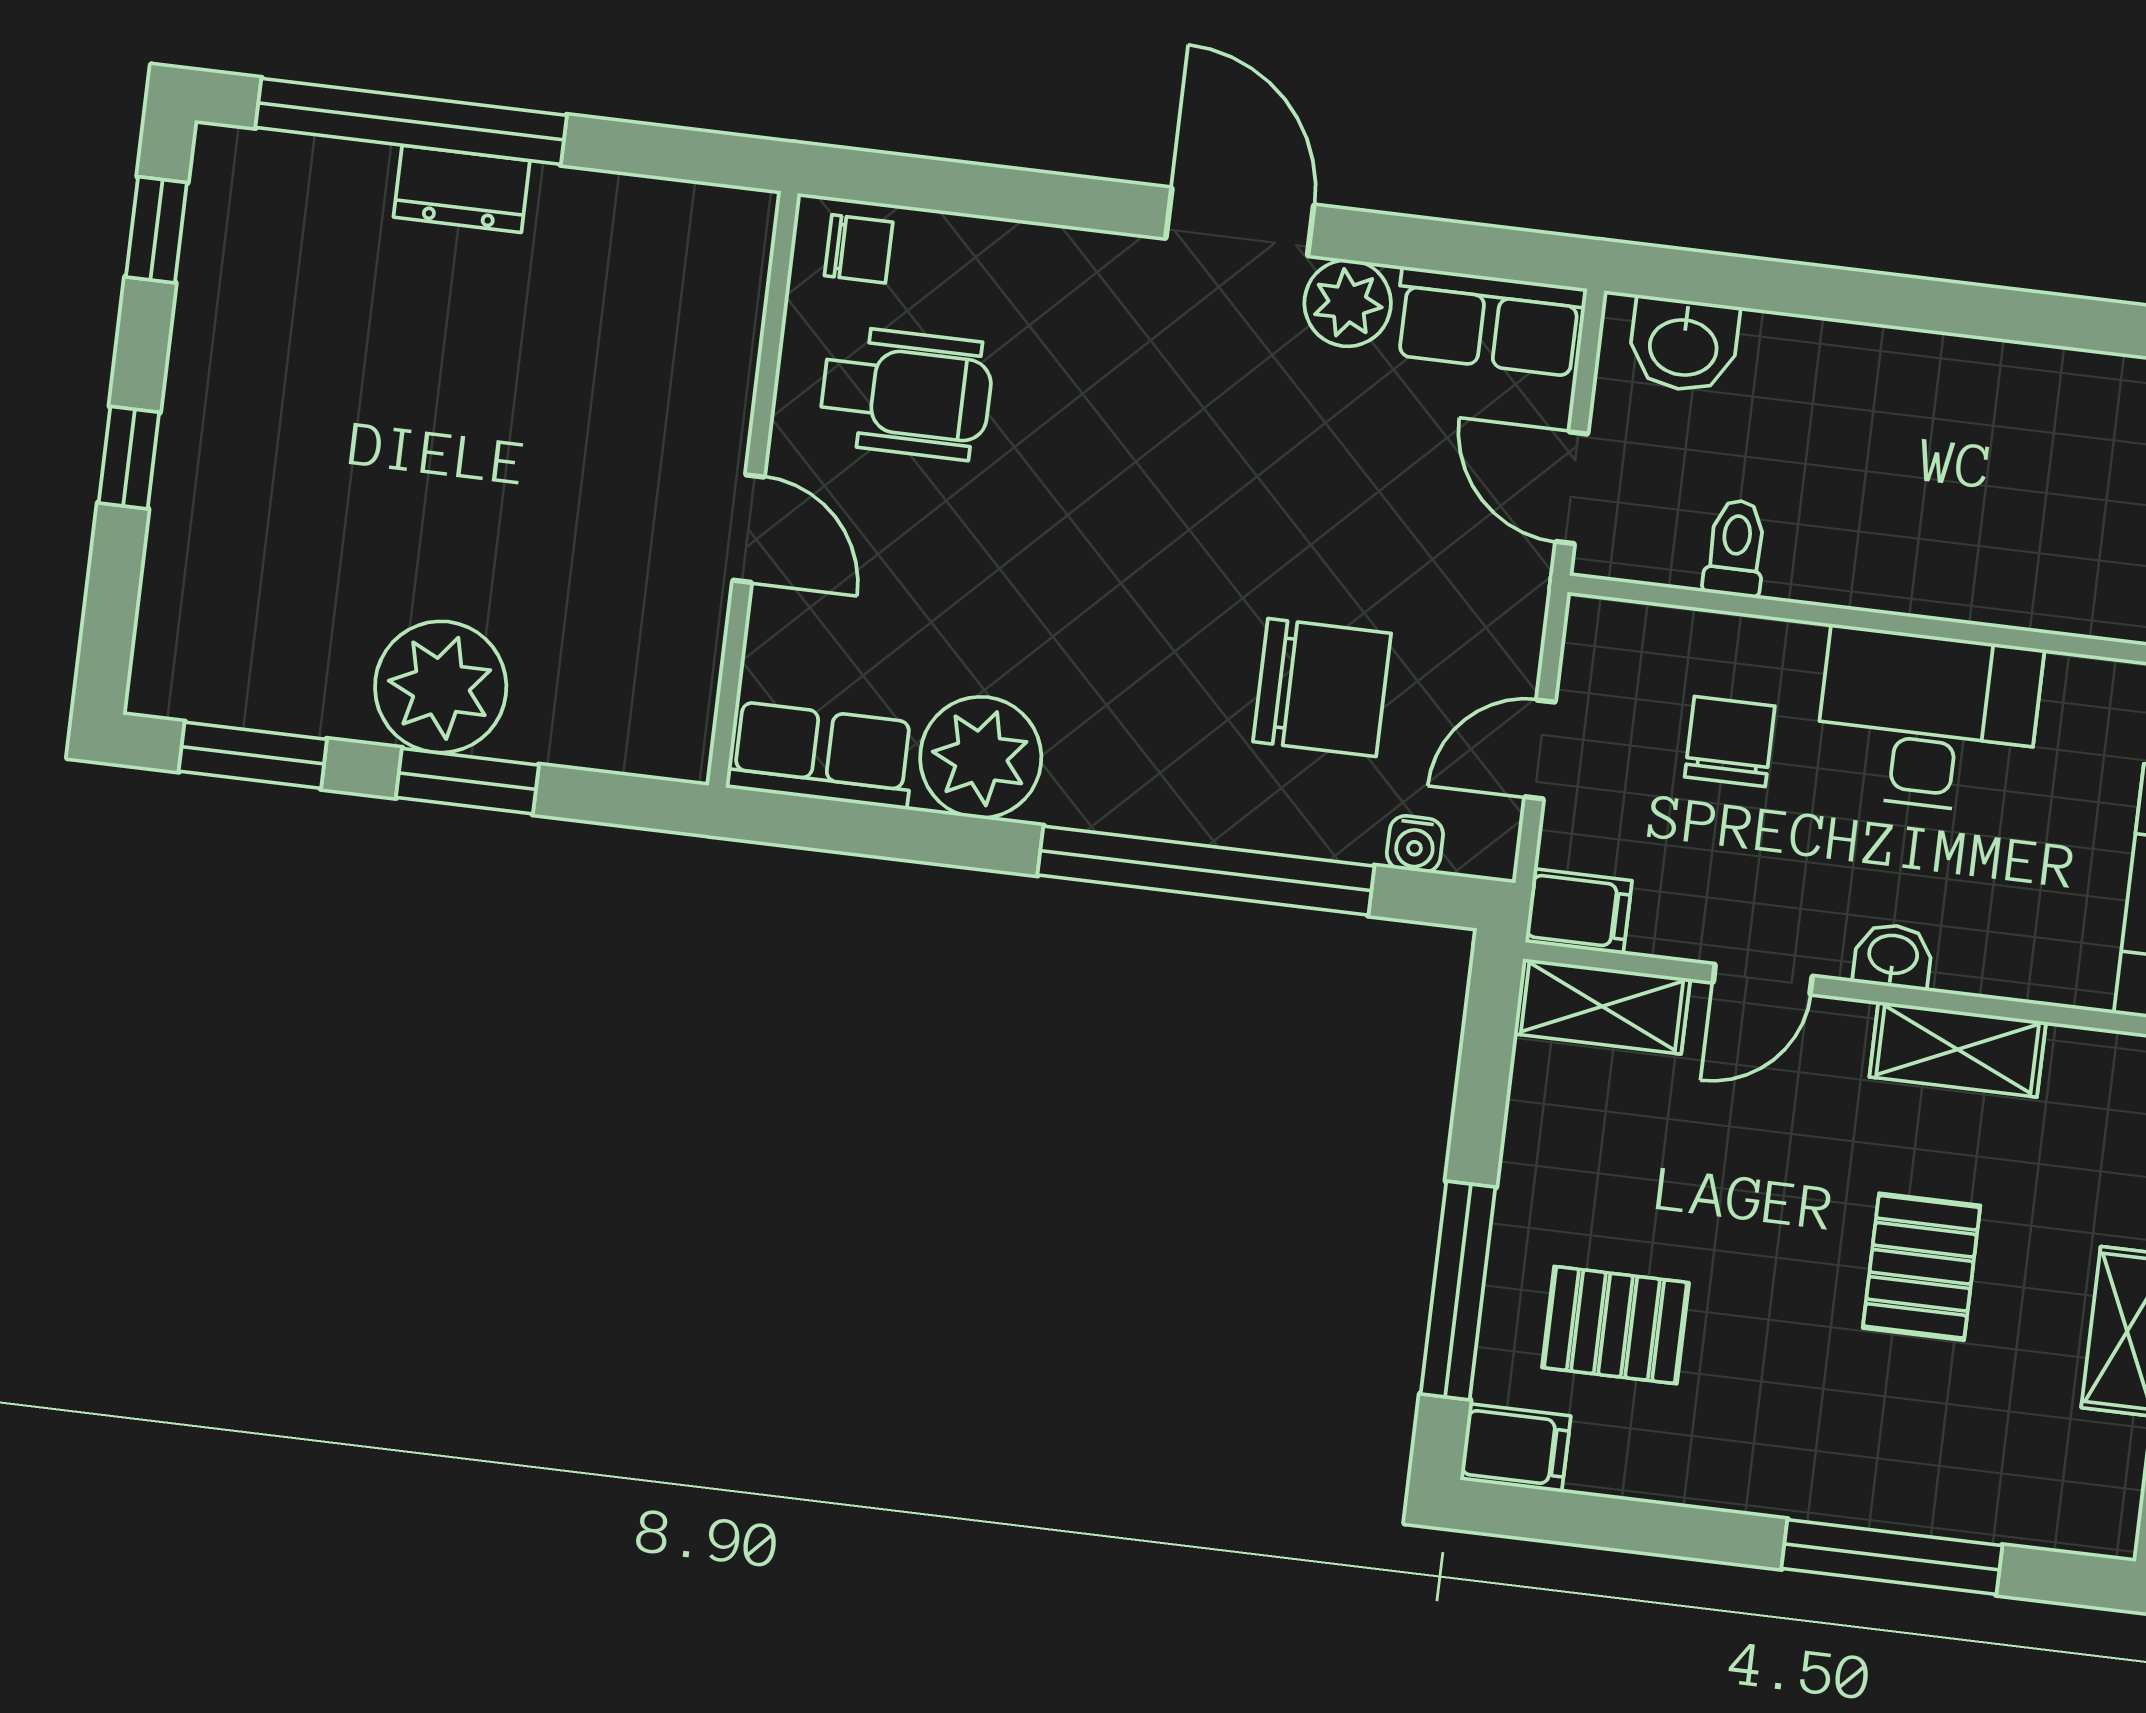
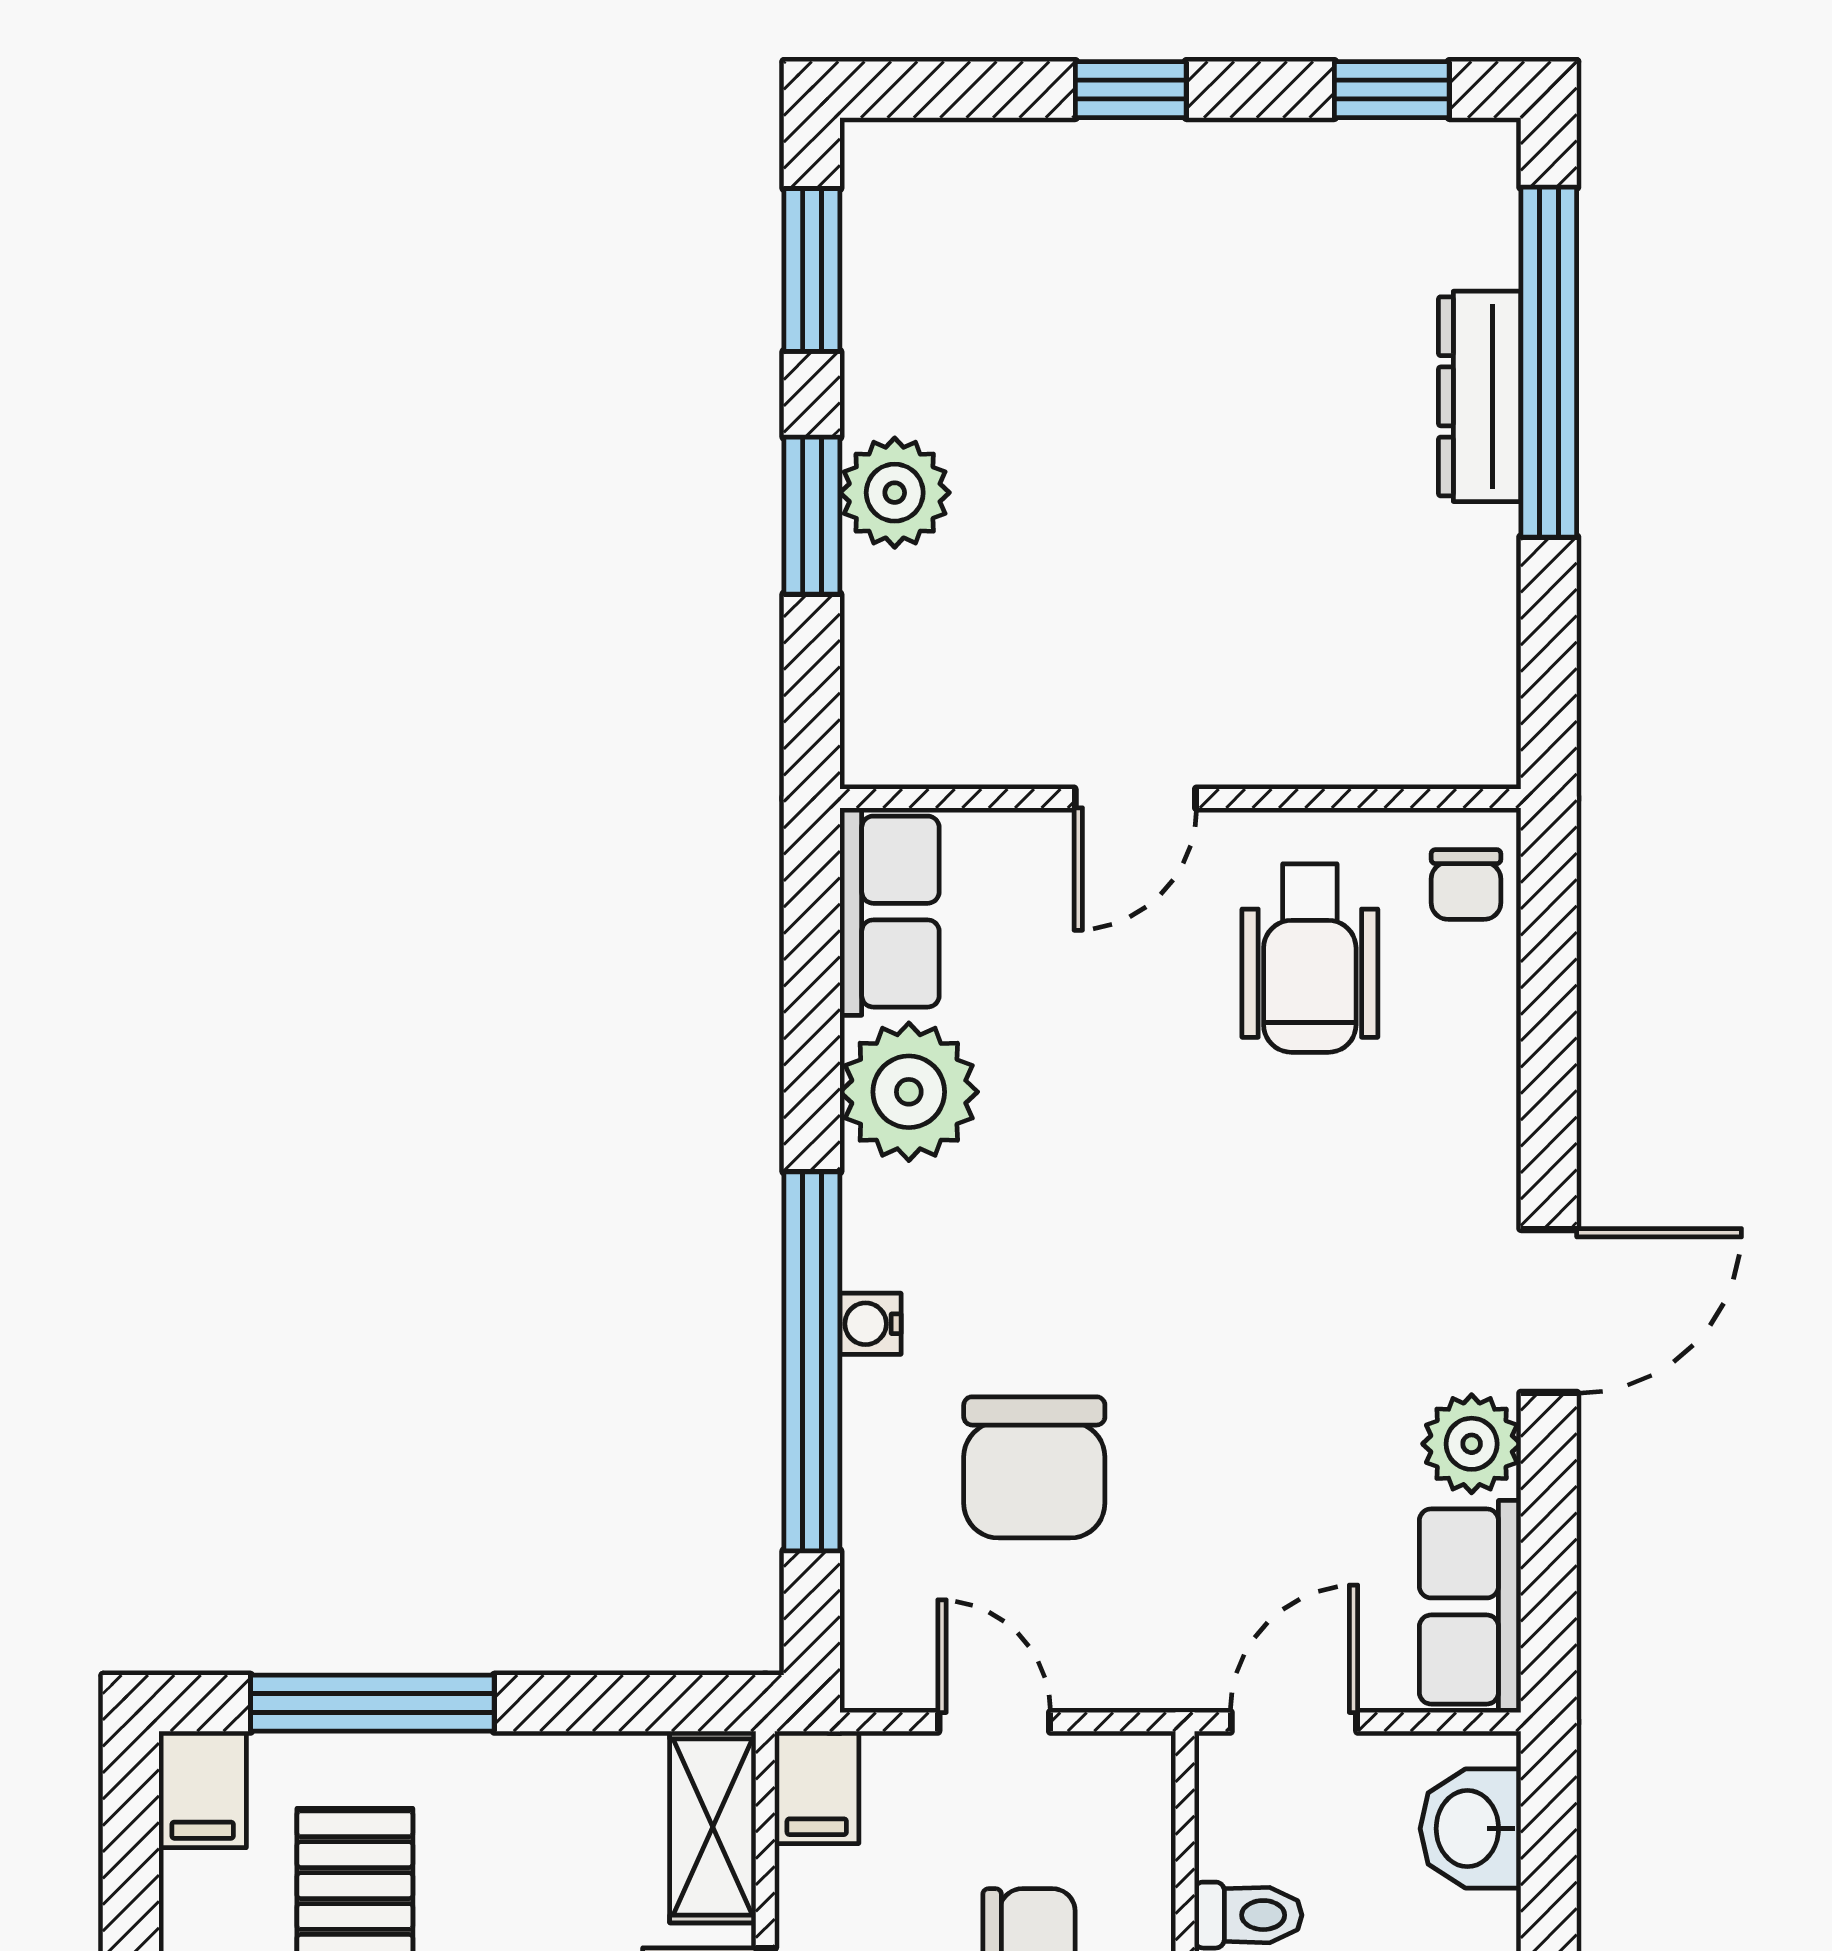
dresser: (462, 189) -> (1480, 396), width x1.44
plant: (441, 687) -> (895, 493), width x0.73, depth x0.73
water cooler: (1415, 844) -> (870, 1324), moved

